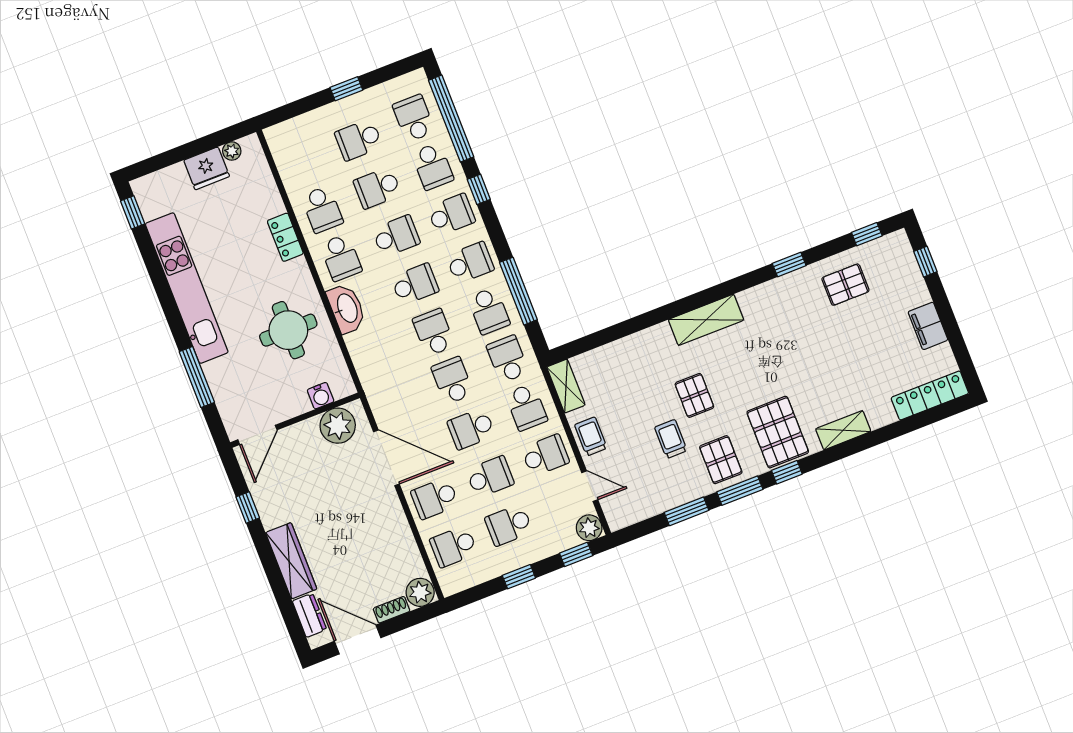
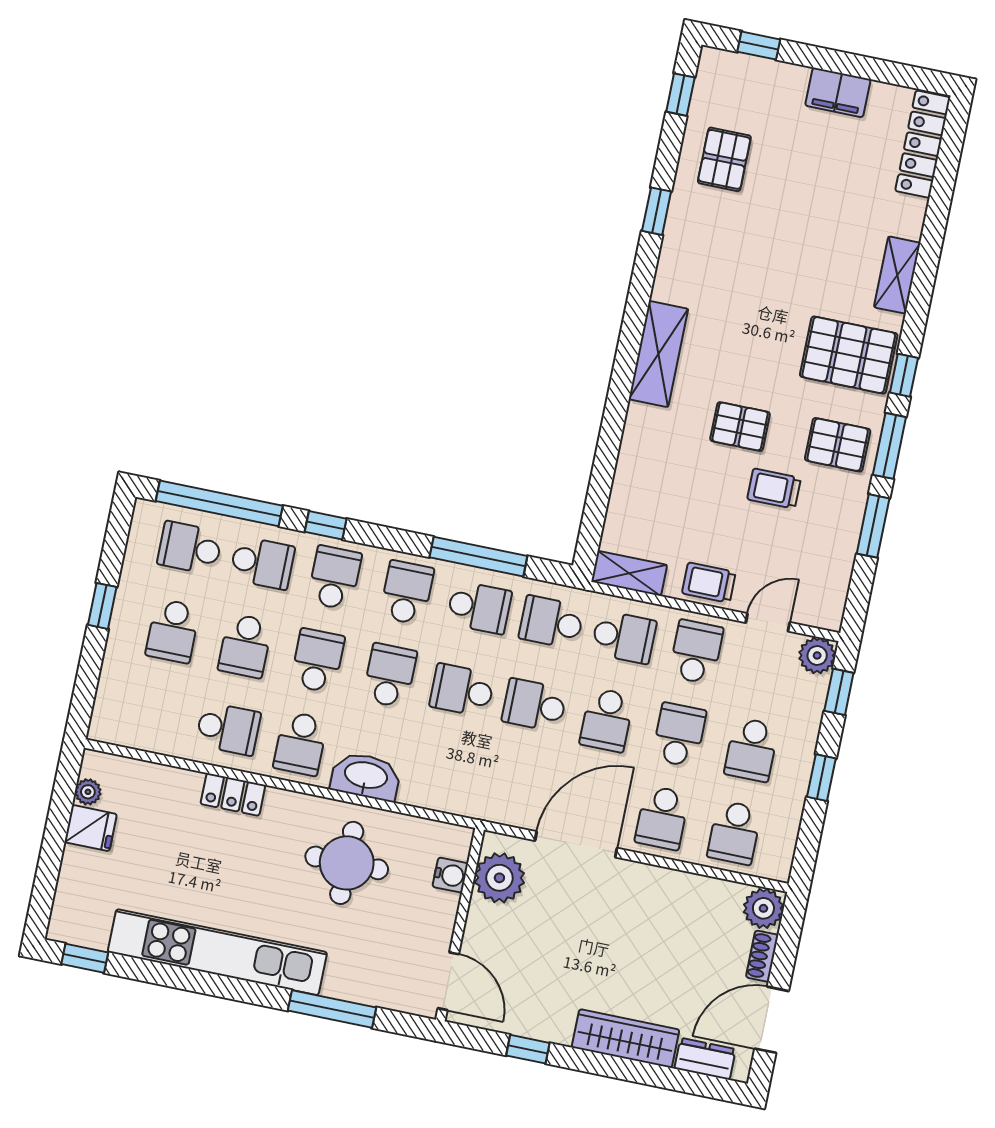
fridge: (207, 168) -> (91, 828), width x0.72
school desk: (341, 258) -> (300, 744), turned 90

